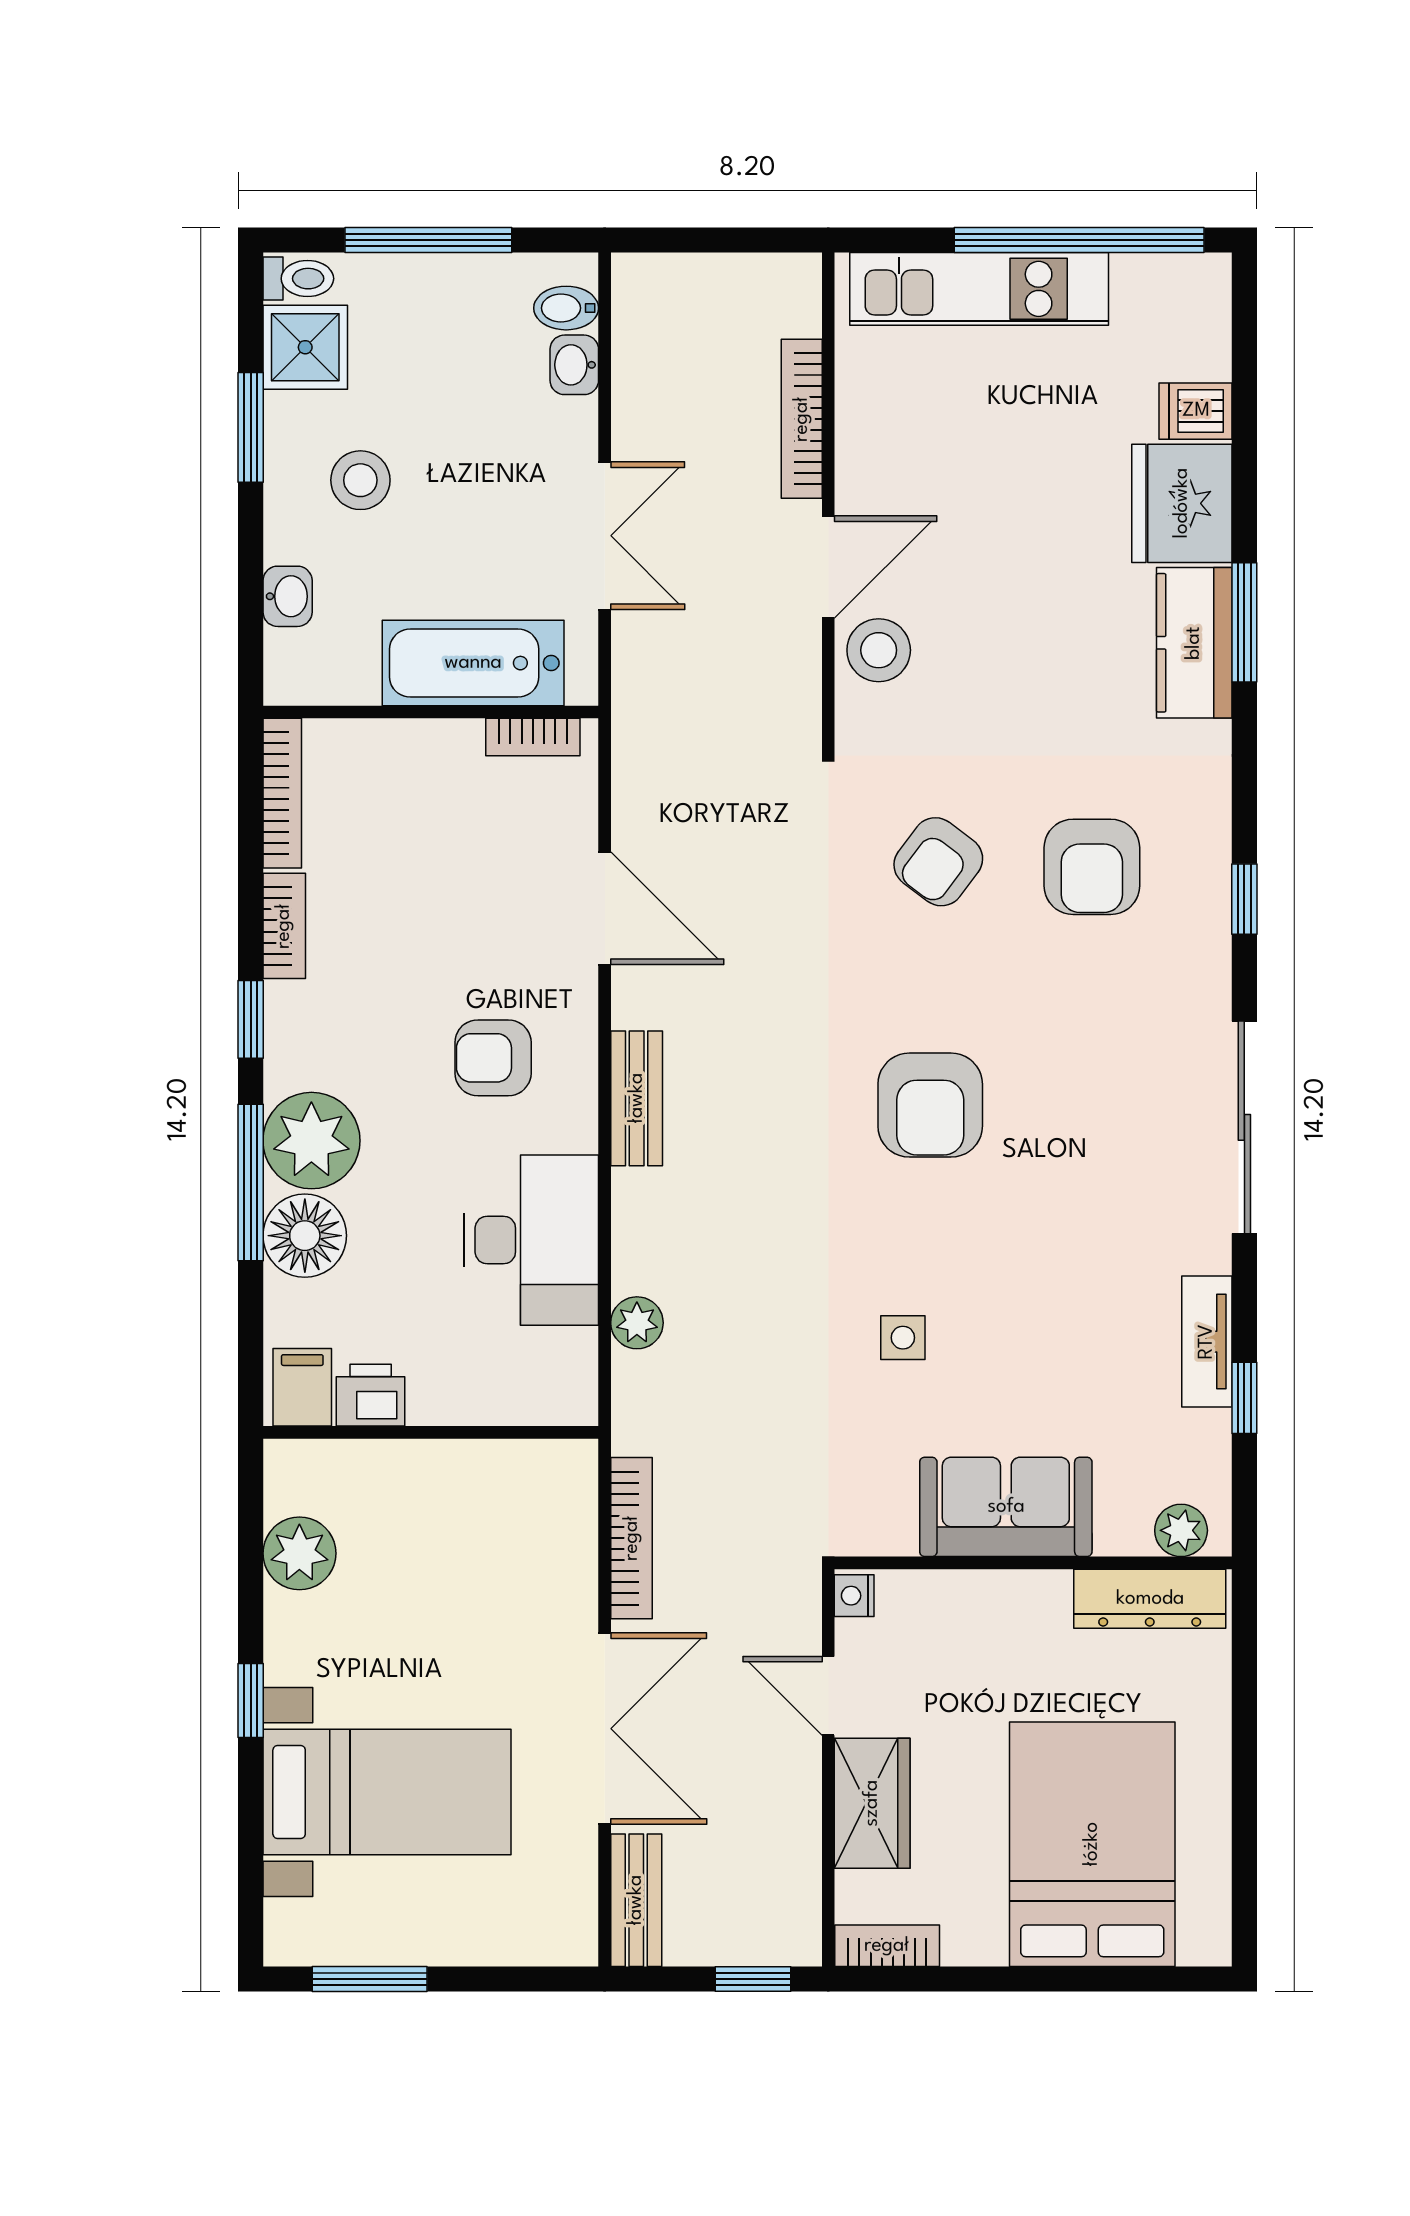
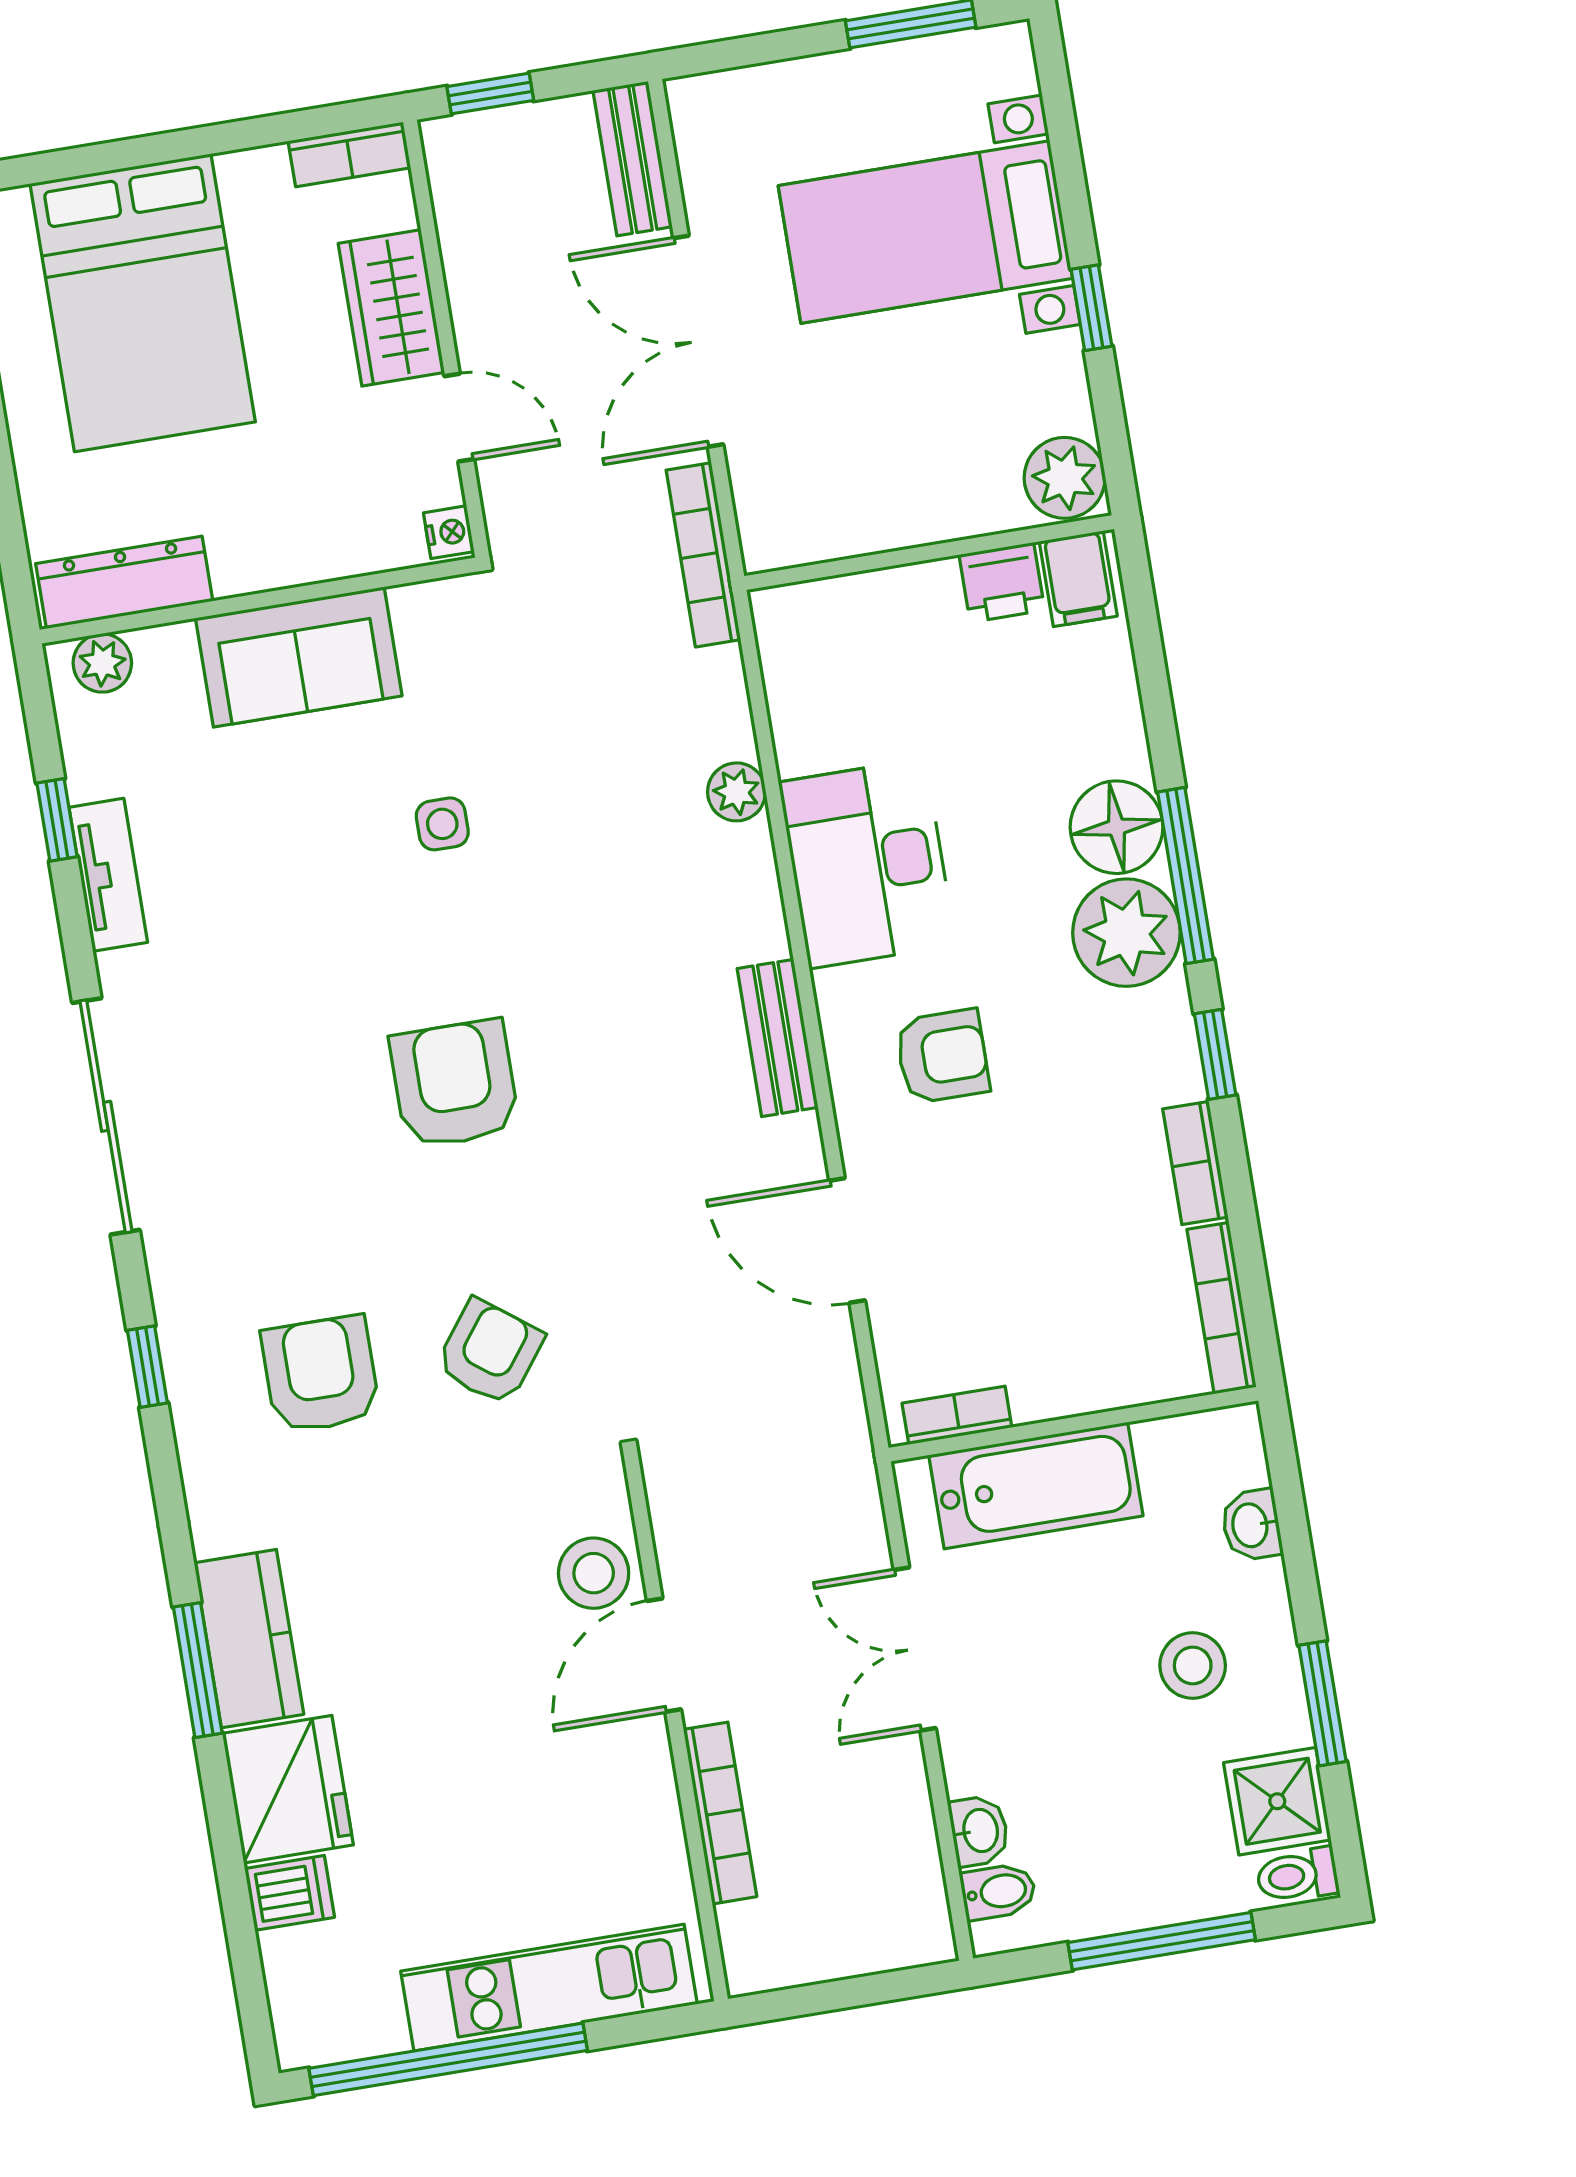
filing cabinet: (302, 1387) -> (1078, 579), moved
printer: (371, 1395) -> (1002, 582), moved
wall: (431, 1432) -> (929, 553), moved

